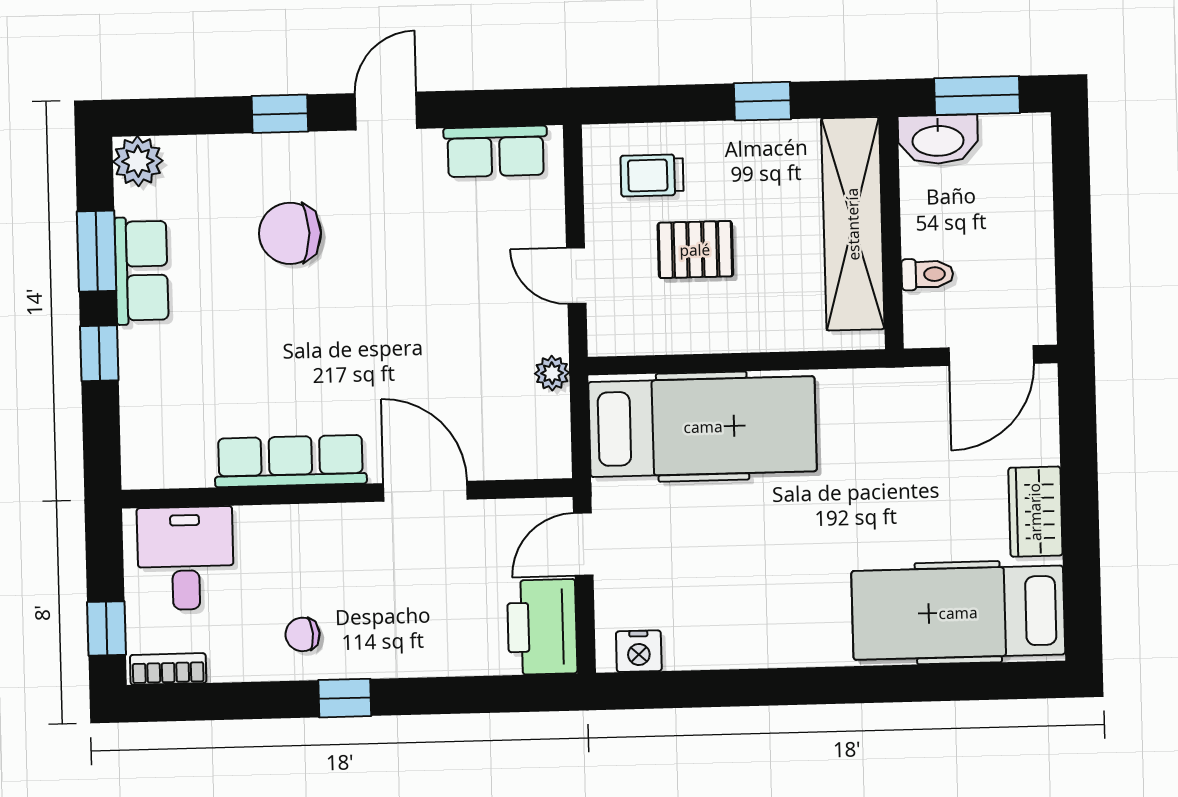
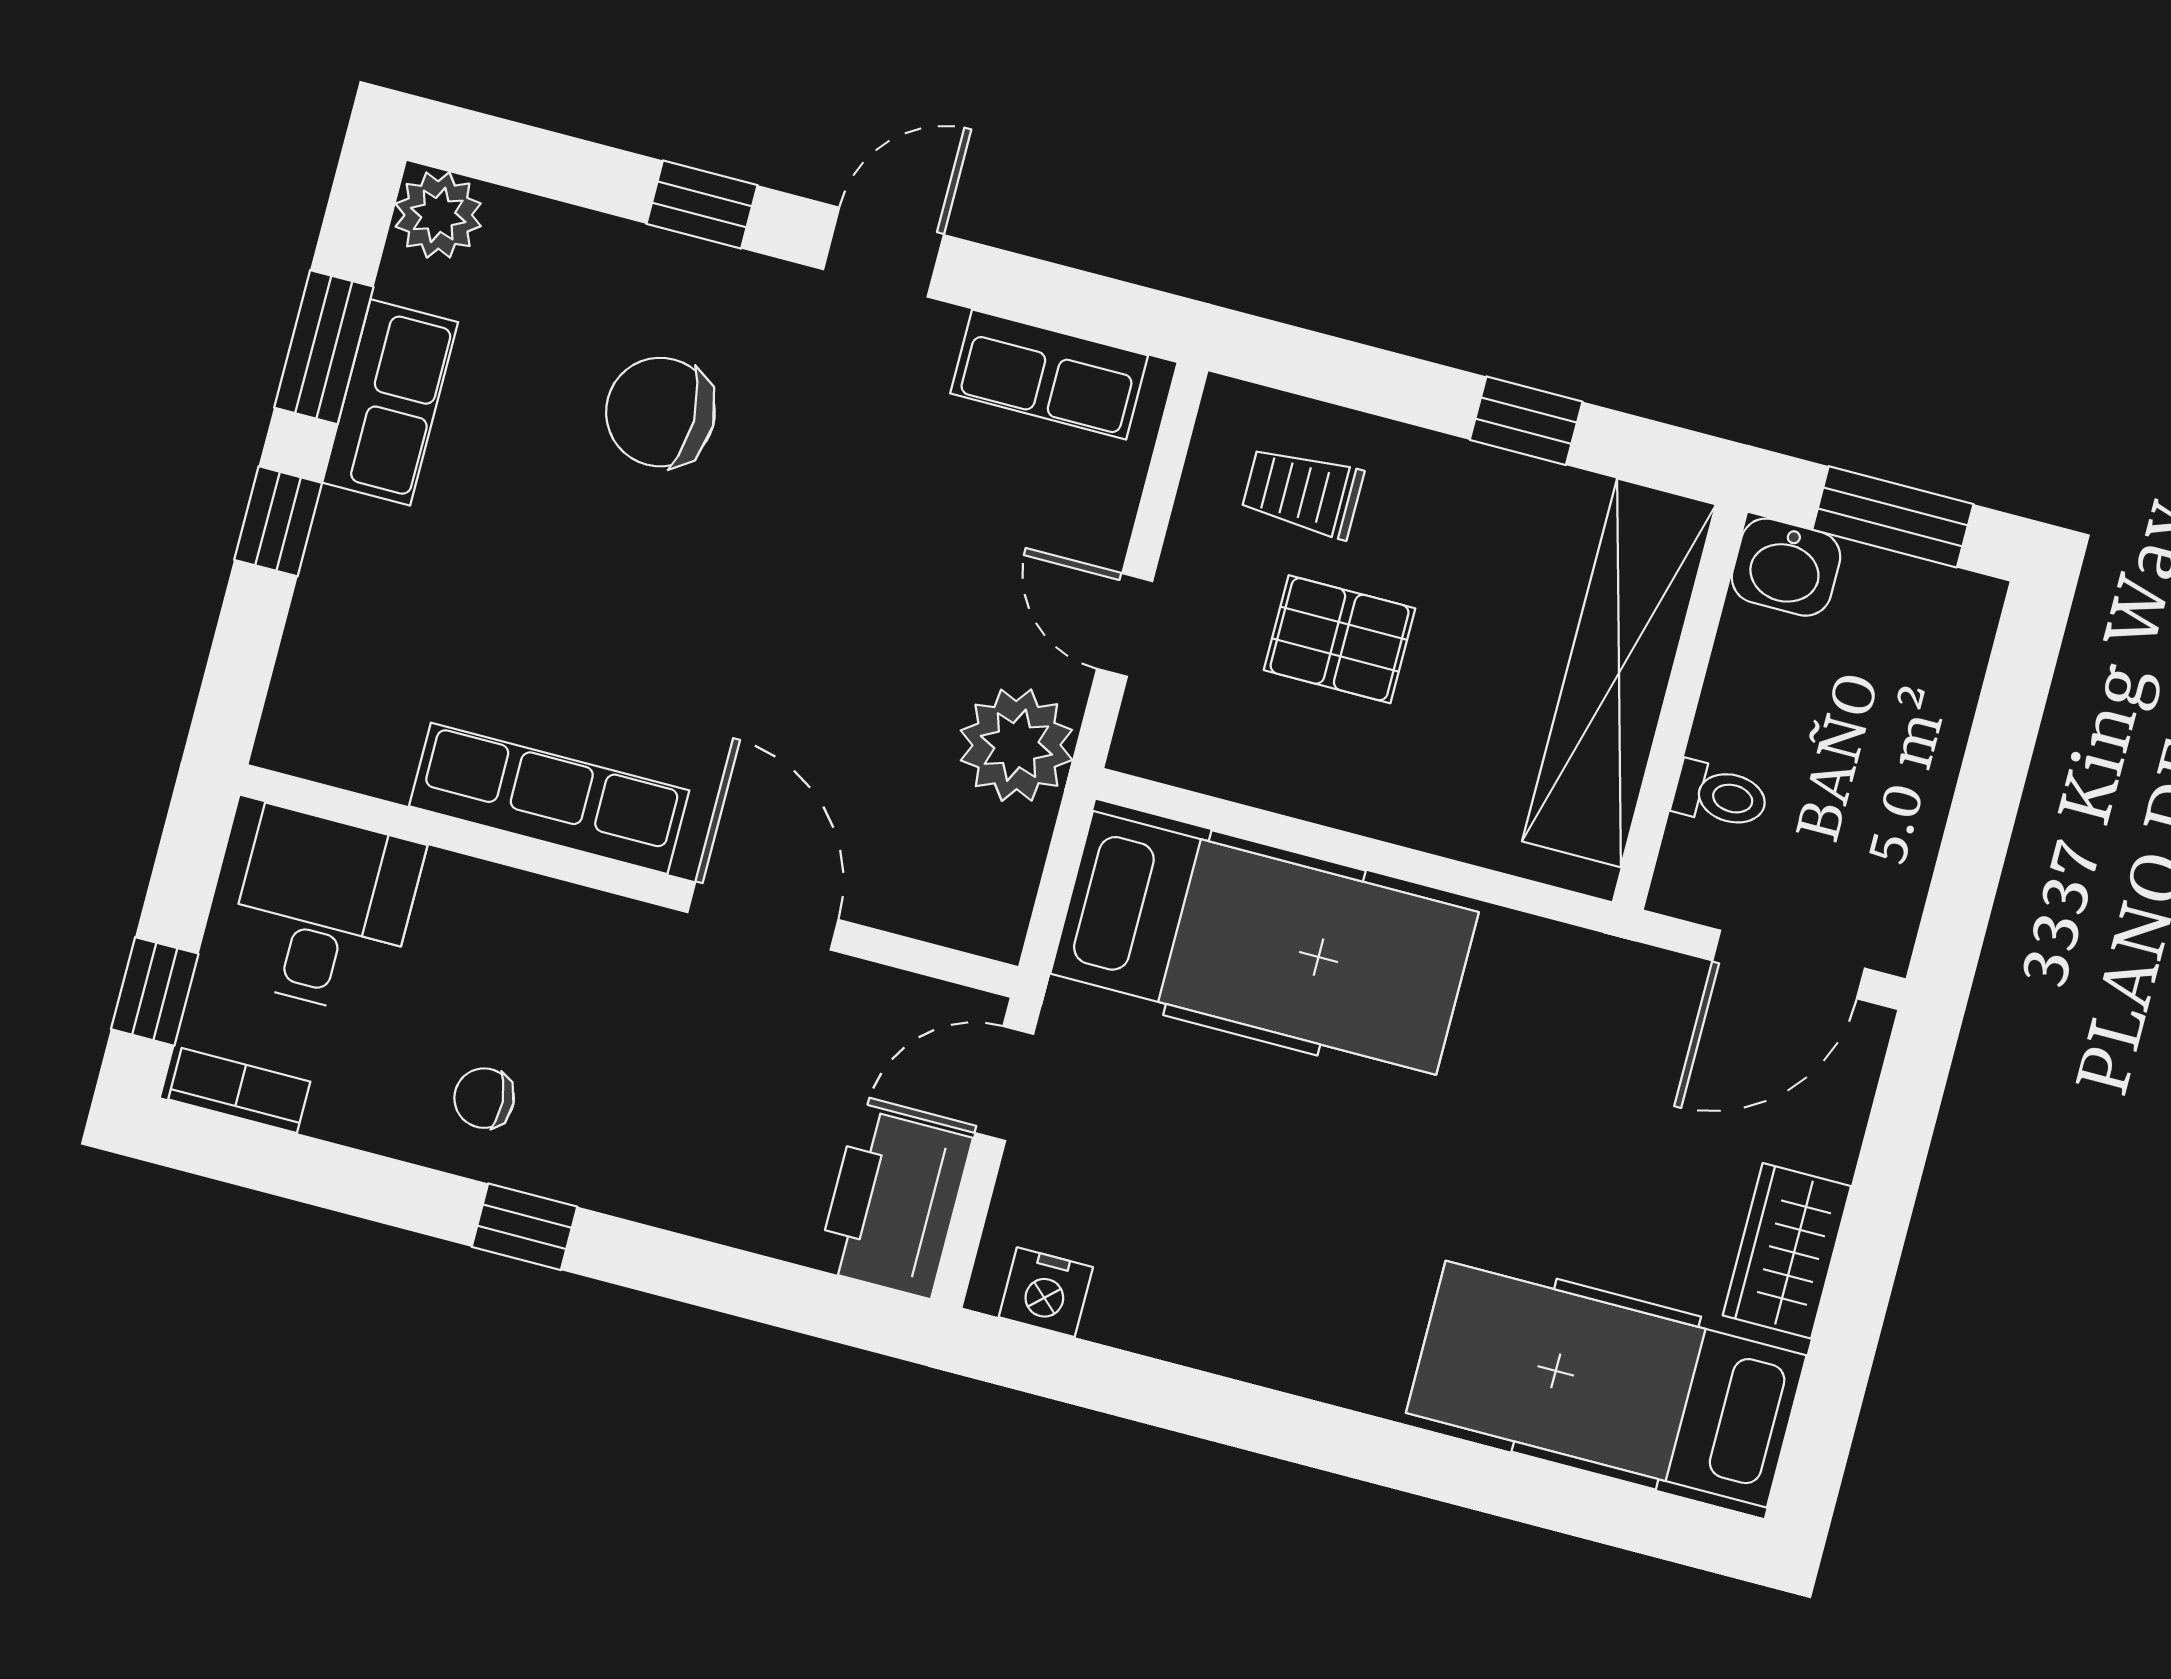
washbasin: (938, 139) -> (1786, 567), width x0.72
plant: (552, 373) -> (1016, 745), width x1.88, depth x1.88

